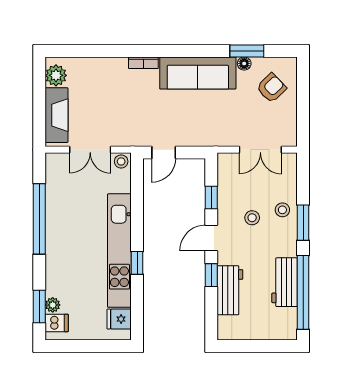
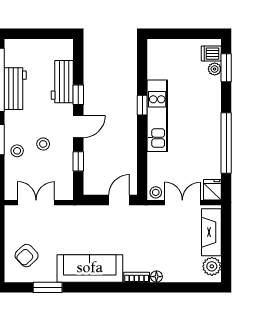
floor lamp: (244, 64) -> (156, 277), moved
kitchen unit: (119, 251) -> (157, 116), width x0.73
fridge: (119, 319) -> (212, 190), moved, turned -90

